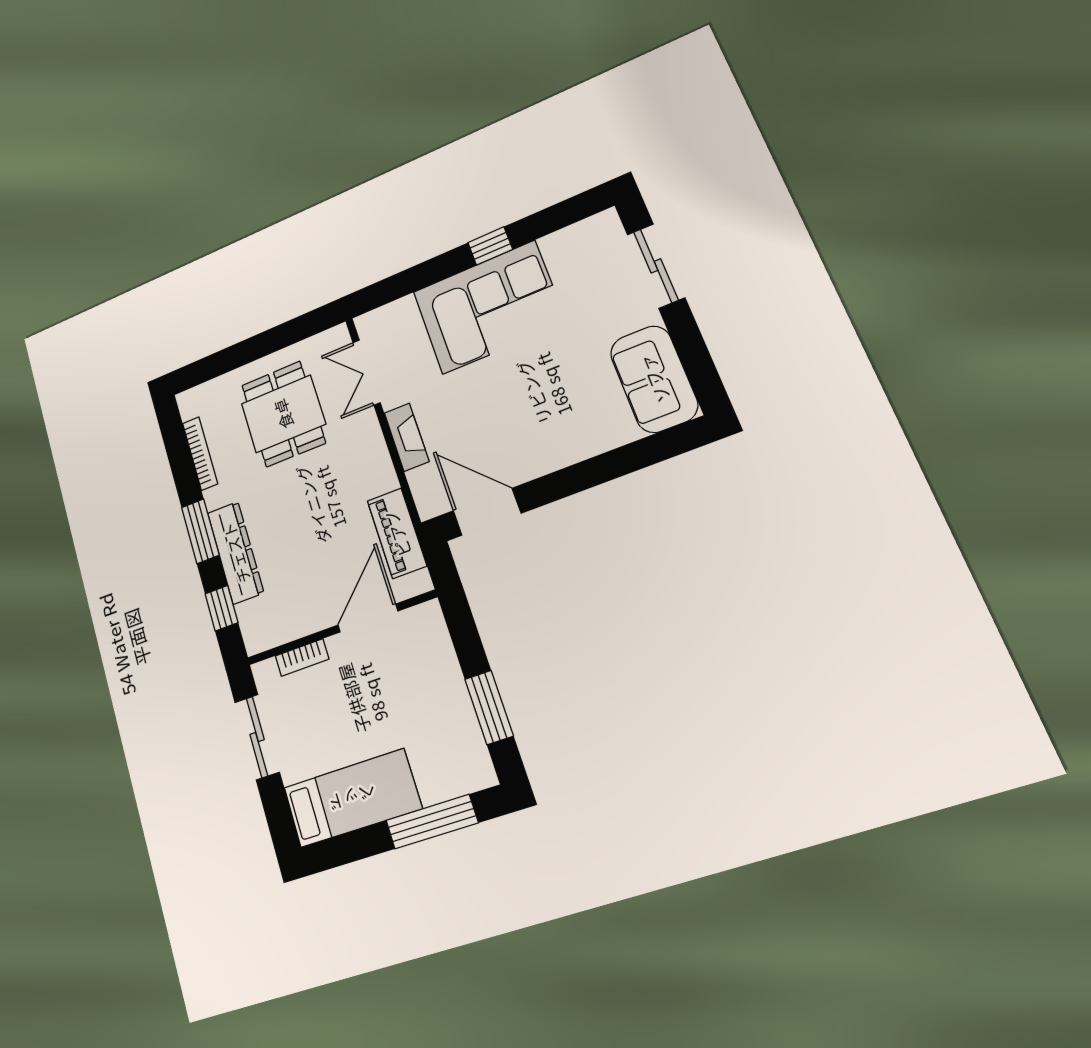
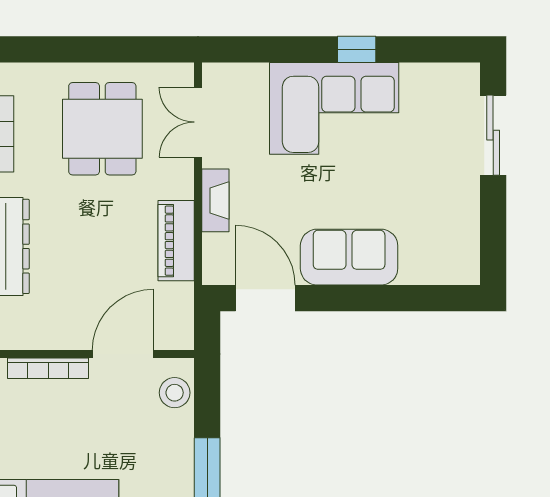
sofa: (654, 379) -> (349, 257), moved, turned 90
piano: (397, 533) -> (176, 241), moved
stool: (430, 639) -> (175, 393), added
bookcase: (302, 657) -> (48, 368), width x1.56

